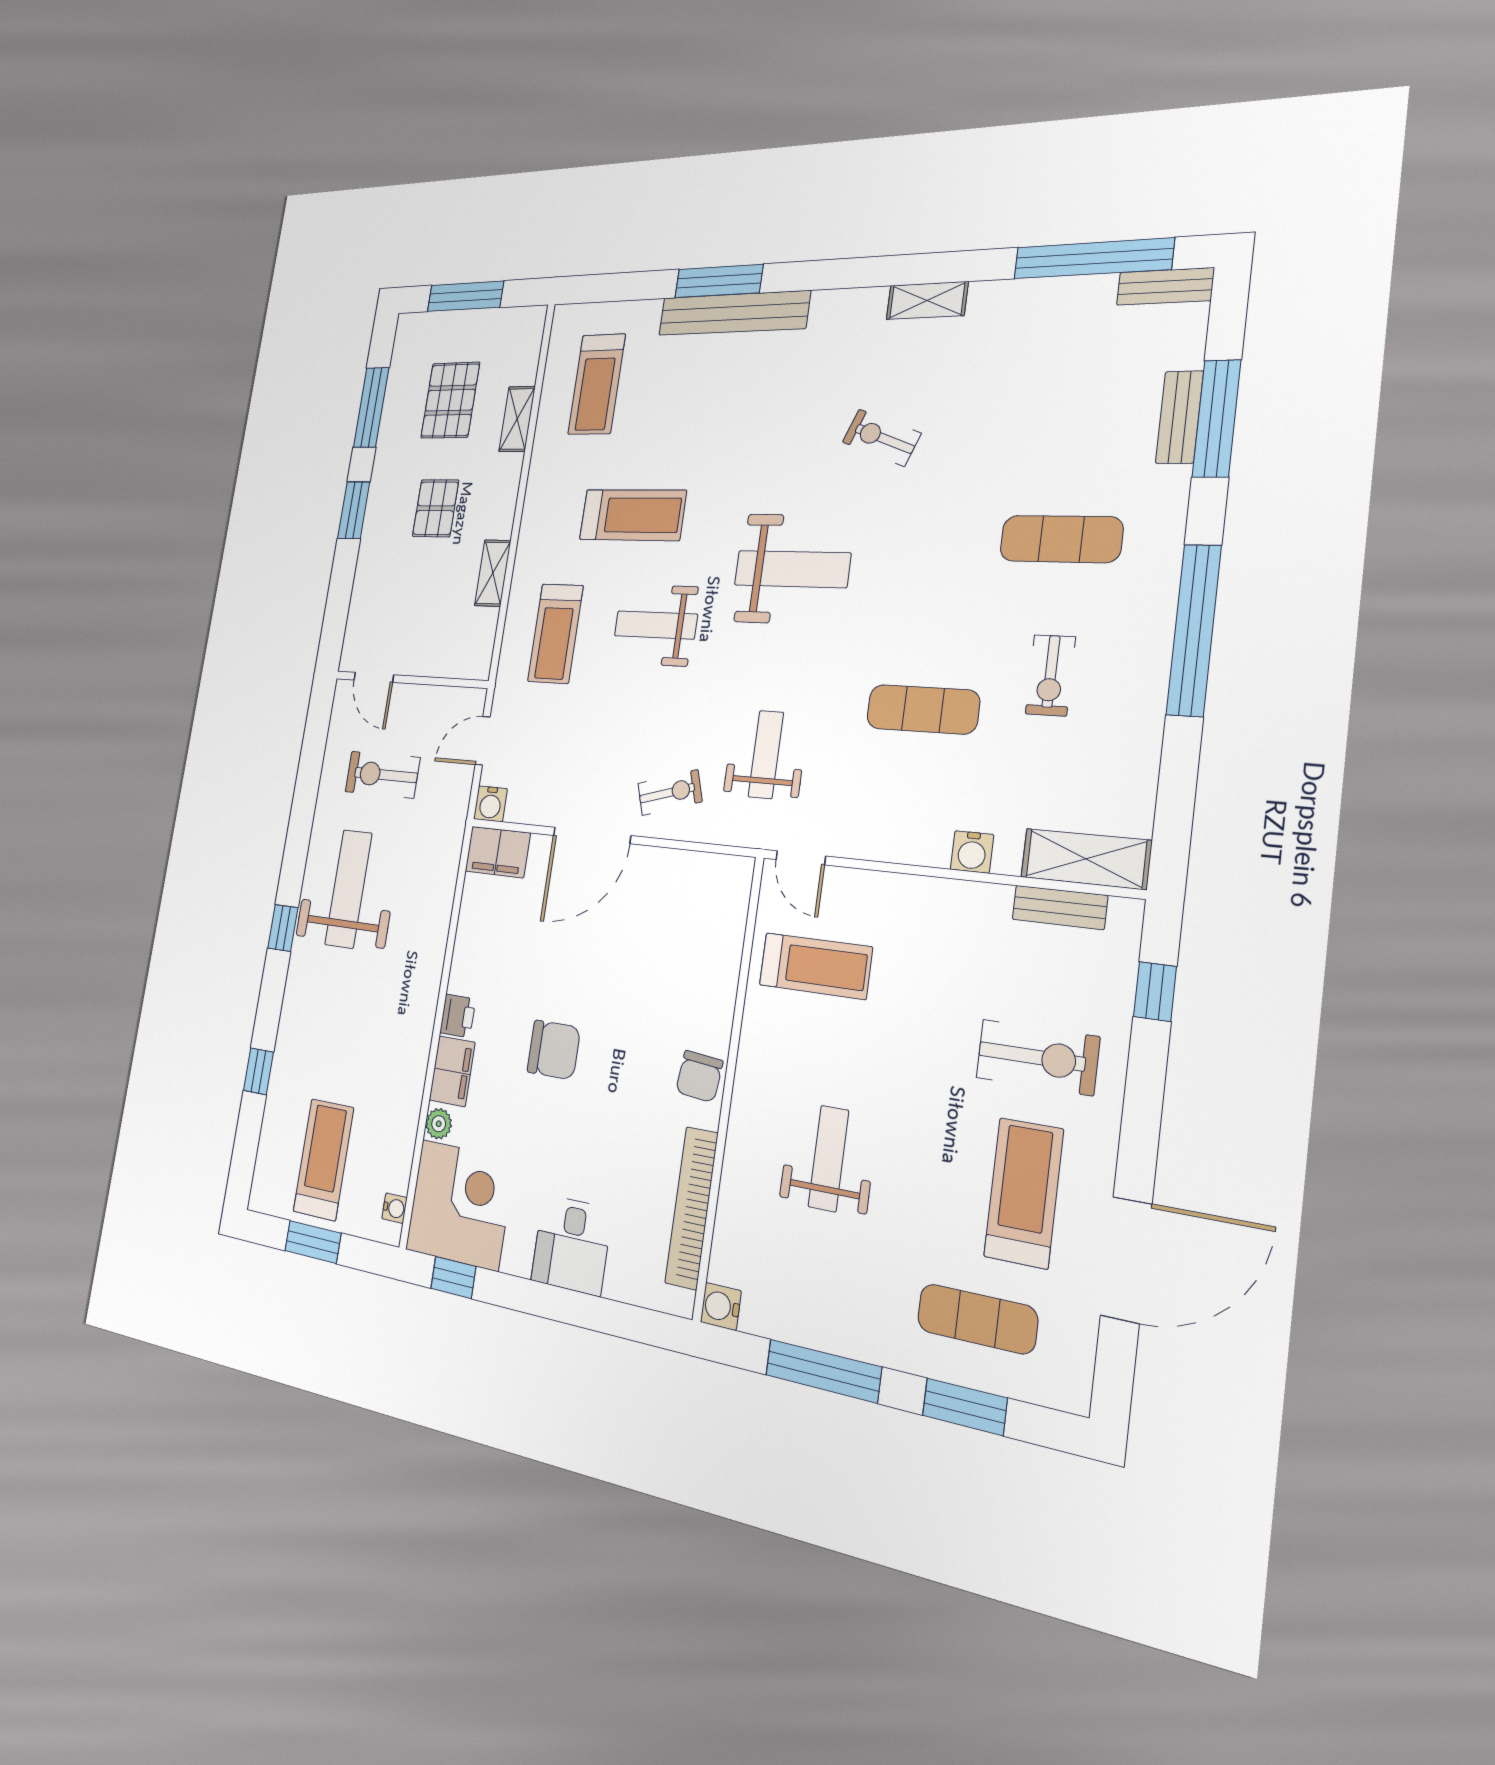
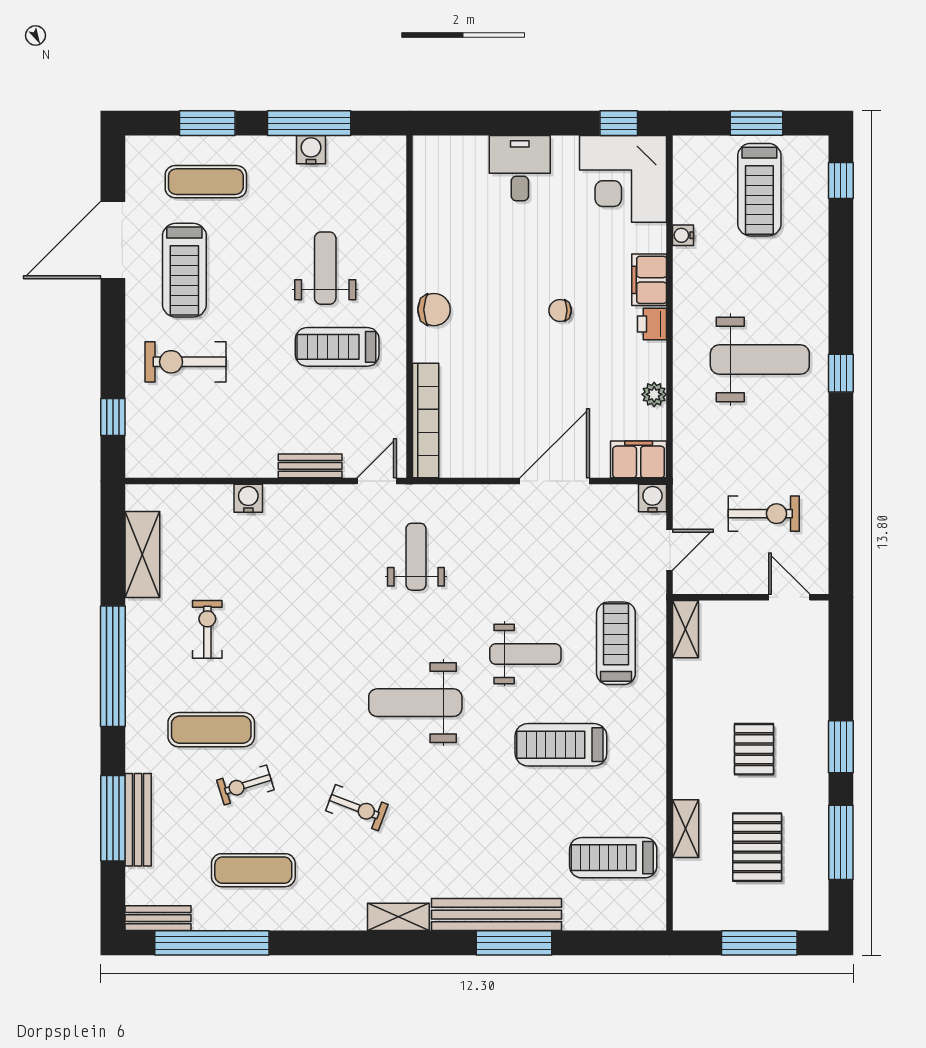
shelving: (927, 300) -> (398, 917), moved
treadmill: (597, 384) -> (613, 858), turned -90
bench: (1179, 417) -> (138, 820), width x1.36
shelving: (493, 573) -> (686, 629), moved
exercise mat: (923, 709) -> (253, 870), moved
weight bench: (766, 755) -> (416, 557), turned 180
exercise bike: (670, 793) -> (245, 785), moved
door: (801, 858) -> (377, 481), hinge flipped
shelving: (1086, 859) -> (142, 554), moved, turned 90
weight bench: (348, 889) -> (760, 359), moved, turned -90
bench: (1060, 907) -> (310, 466), moved
treadmill: (816, 966) -> (337, 347), moved
chair: (554, 1050) -> (560, 310), width x0.54, depth x0.54
window: (258, 1071) -> (841, 181), moved
chair: (699, 1076) -> (434, 310), turned 84
plant: (439, 1124) -> (654, 394), moved
weight bench: (829, 1158) -> (325, 268), turned 180
water cooler: (395, 1208) -> (683, 235), moved
bookcase: (692, 1208) -> (426, 421), moved
water cooler: (721, 1306) -> (311, 150), moved, turned -90

